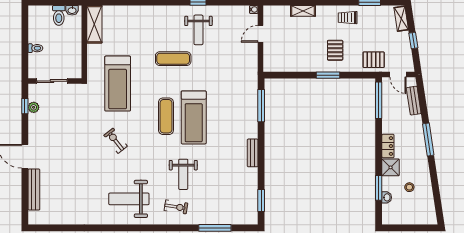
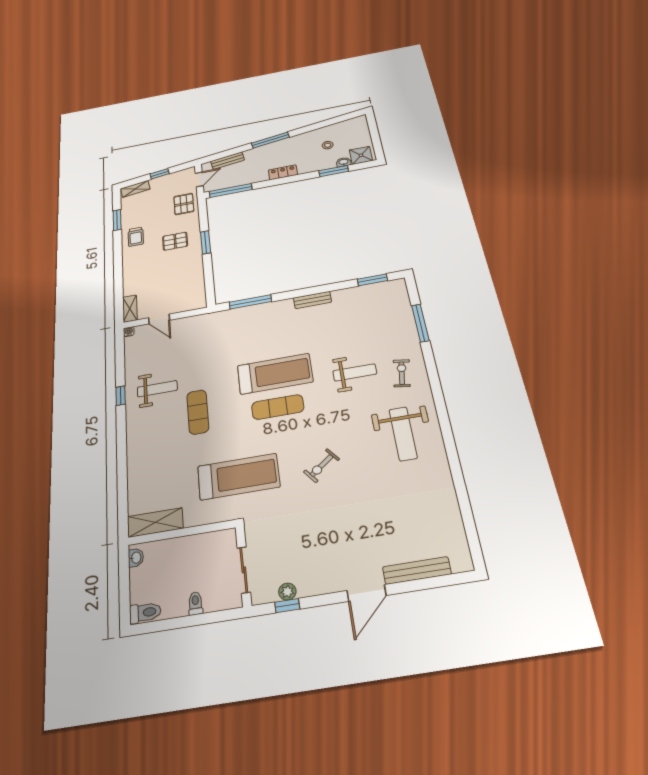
shelving: (303, 11) -> (130, 309), moved
toilet: (59, 15) -> (145, 613), moved
shower: (391, 167) -> (361, 155), moved

